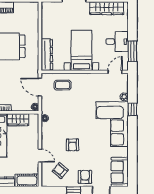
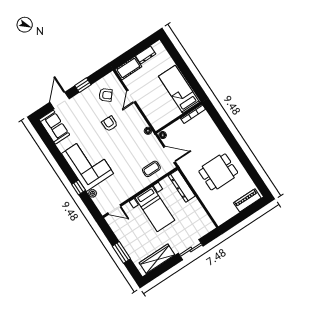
desk: (117, 42) -> (129, 236), removed
window: (132, 51) -> (121, 252), moved
door: (115, 72) -> (114, 209), hinge flipped
wardrobe: (18, 120) -> (170, 115), removed
door: (40, 156) -> (131, 96), hinge flipped
armchair: (85, 177) -> (81, 103), removed

